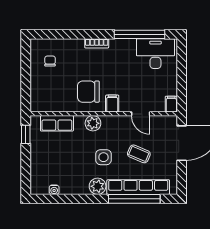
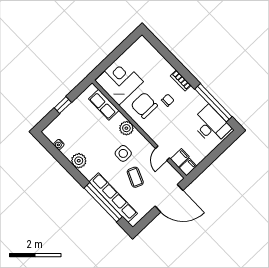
chair: (50, 61) -> (168, 100), moved
corner desk: (50, 93) -> (119, 81), added
filing cabinet: (112, 103) -> (180, 158), moved
window: (26, 134) -> (63, 105), moved
side table: (103, 157) -> (123, 153), moved
plant: (98, 186) -> (79, 161), moved

